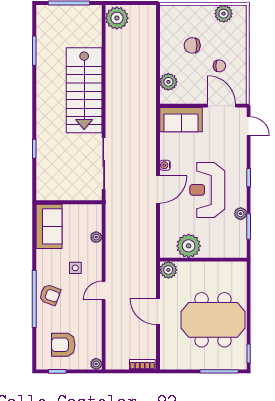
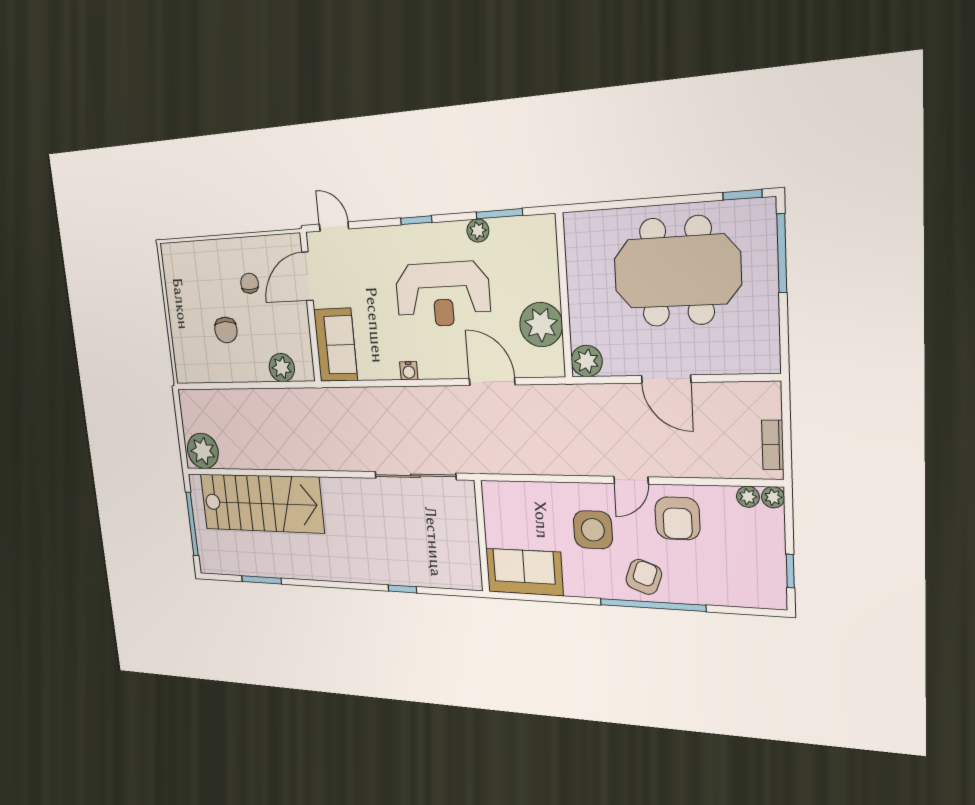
plant: (224, 14) -> (176, 281), removed
stairs: (84, 90) -> (261, 503), moved
door: (249, 126) -> (334, 227), hinge flipped
door: (158, 189) -> (492, 382), moved
plant: (96, 237) -> (748, 497), moved
side table: (75, 268) -> (593, 530), width x1.87, depth x1.87
door: (104, 291) -> (631, 480), hinge flipped
door: (158, 312) -> (666, 379), hinge flipped
meeting table: (213, 320) -> (677, 271), turned 90
armchair: (63, 345) -> (677, 518), moved
bookcase: (142, 364) -> (773, 445), moved

